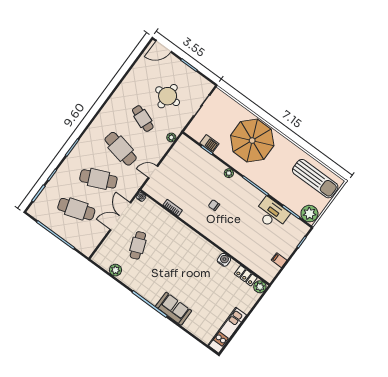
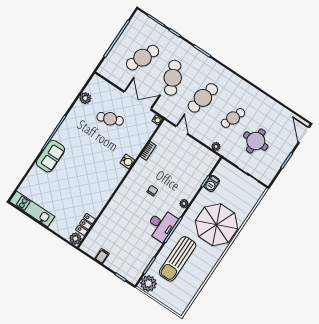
sun lounger: (315, 179) -> (178, 259), moved
cafe table: (76, 209) -> (143, 58), turned 42
desk: (272, 214) -> (161, 225), moved
water cooler: (224, 260) -> (127, 161), moved

